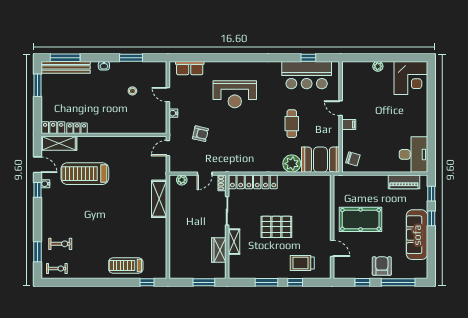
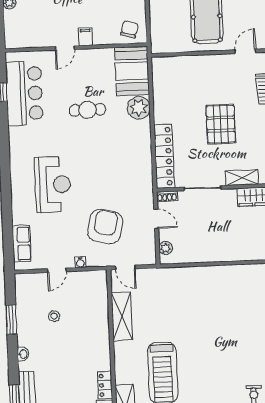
armchair: (200, 134) -> (105, 227), width x1.88, depth x1.88
shelving: (159, 199) -> (122, 316), moved, turned 90

